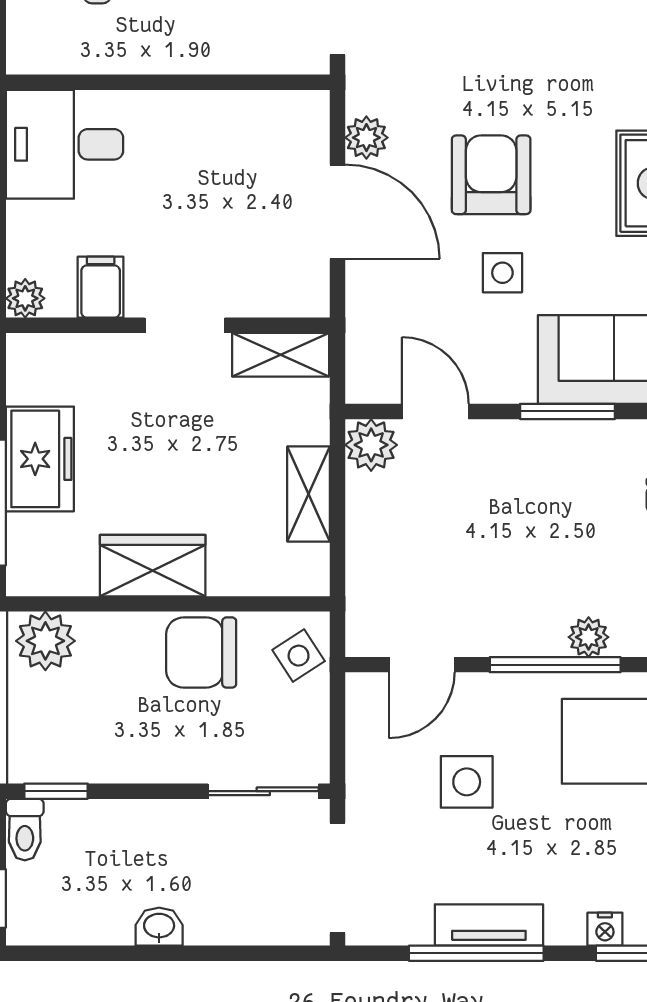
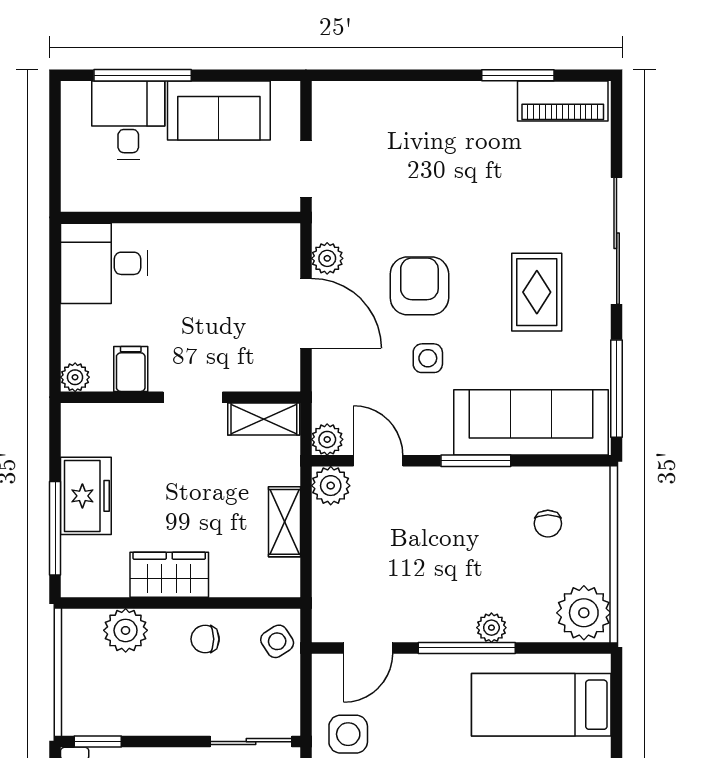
plant: (366, 383) -> (327, 439), added
plant: (45, 641) -> (126, 630), moved
chair: (201, 653) -> (205, 639), width x0.54, depth x0.54
side table: (467, 782) -> (348, 734), moved

